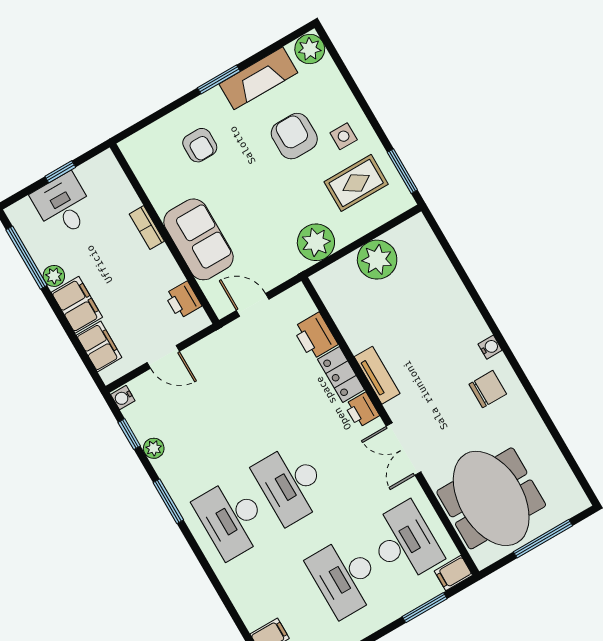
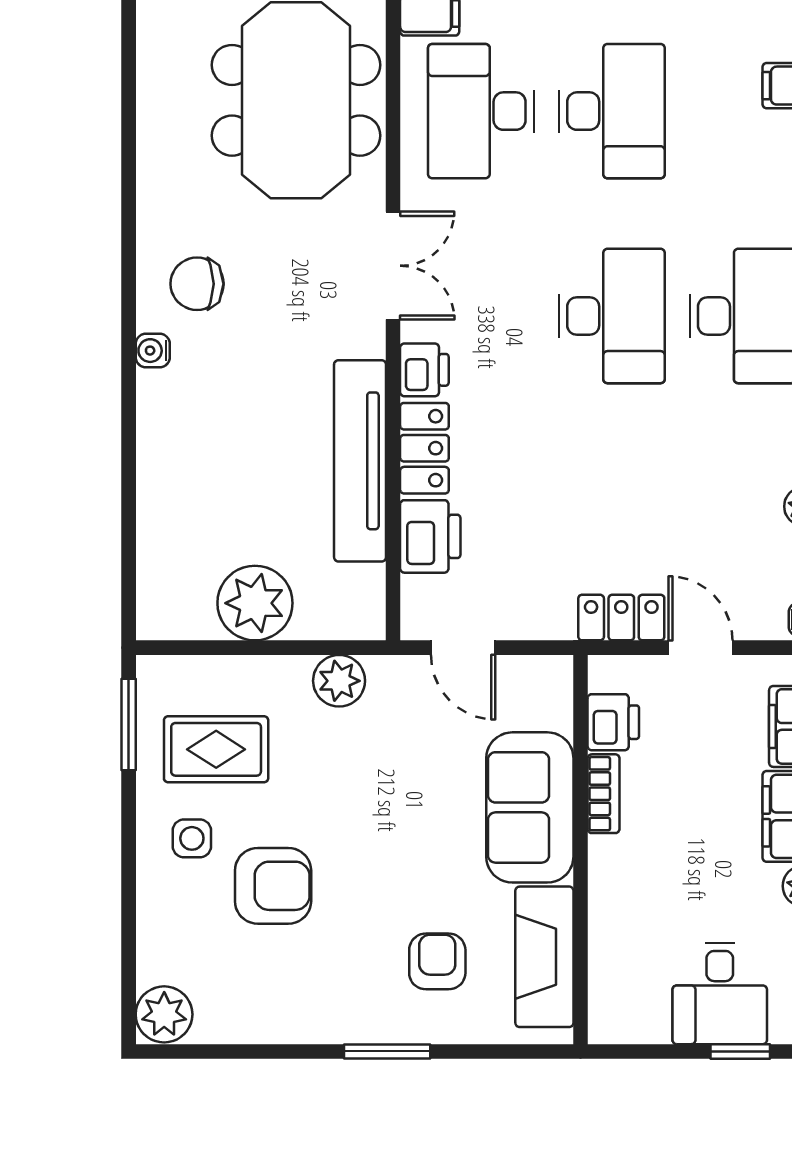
fireplace: (258, 78) -> (544, 957), moved, turned -90
window: (219, 79) -> (387, 1051), moved
armchair: (294, 136) -> (273, 886), turned -90
window: (60, 172) -> (740, 1051), moved
bookcase: (147, 228) -> (604, 794), moved
plant: (316, 242) -> (339, 681), width x0.73, depth x0.73
door: (253, 305) -> (463, 648), moved
locker: (207, 350) -> (621, 618), added
tv unit: (377, 375) -> (360, 461), width x1.92, depth x1.29

